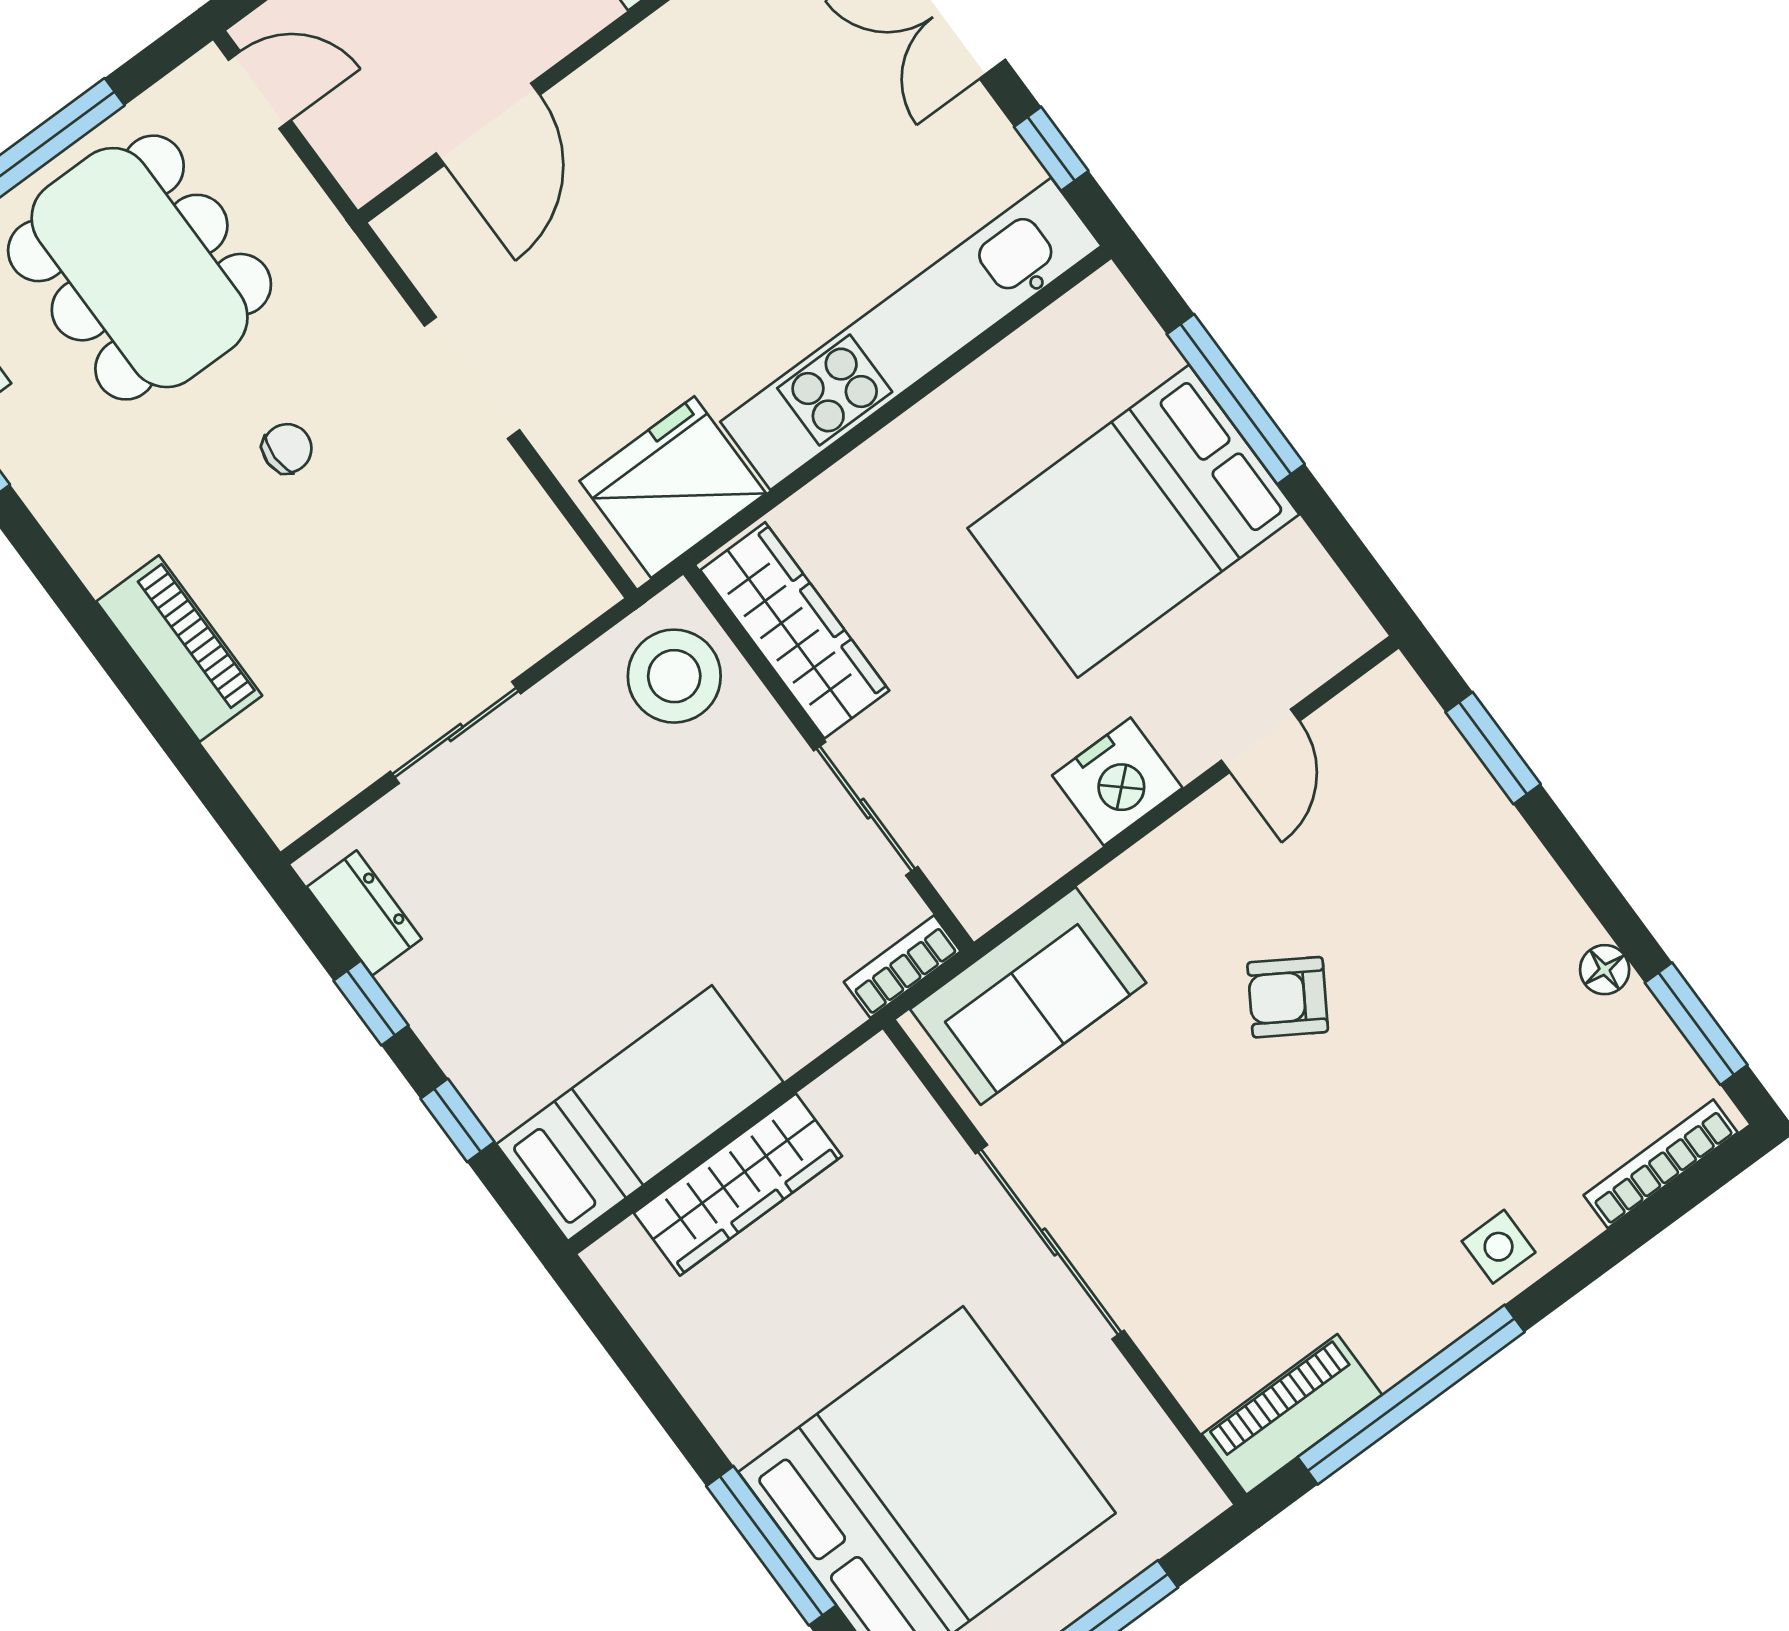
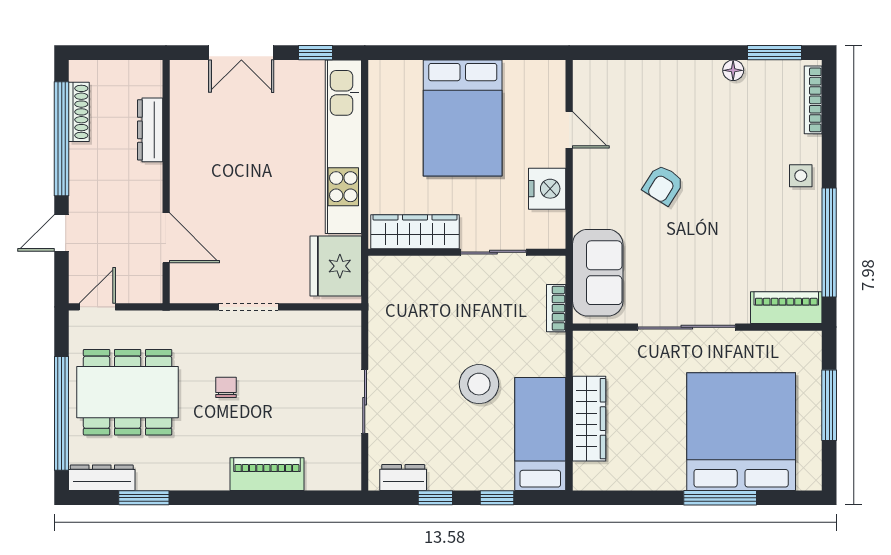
window: (1236, 399) -> (447, 53), removed
wardrobe: (795, 630) -> (415, 232), moved
stool: (674, 676) -> (479, 384), moved
window: (1493, 748) -> (630, 53), removed
wall: (829, 758) -> (467, 252), moved
sliding door: (866, 809) -> (493, 252), moved
piano: (1292, 1414) -> (786, 308), moved, turned 90

